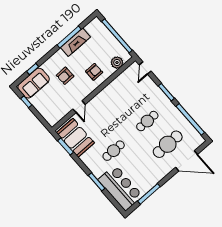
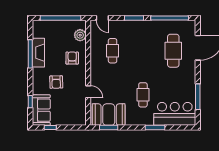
cafe table: (147, 121) -> (113, 51), moved

